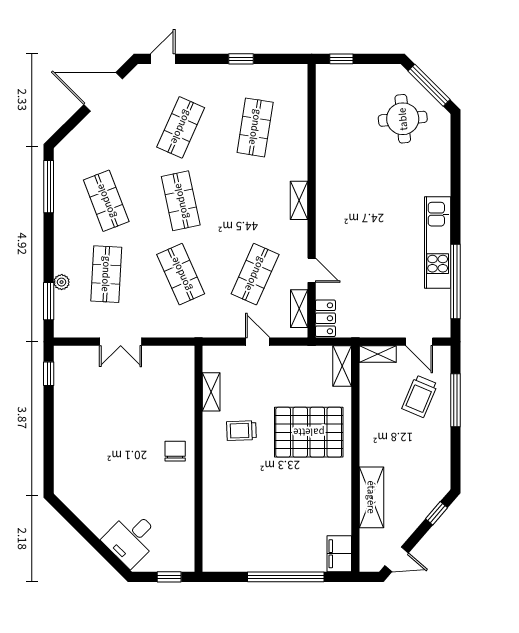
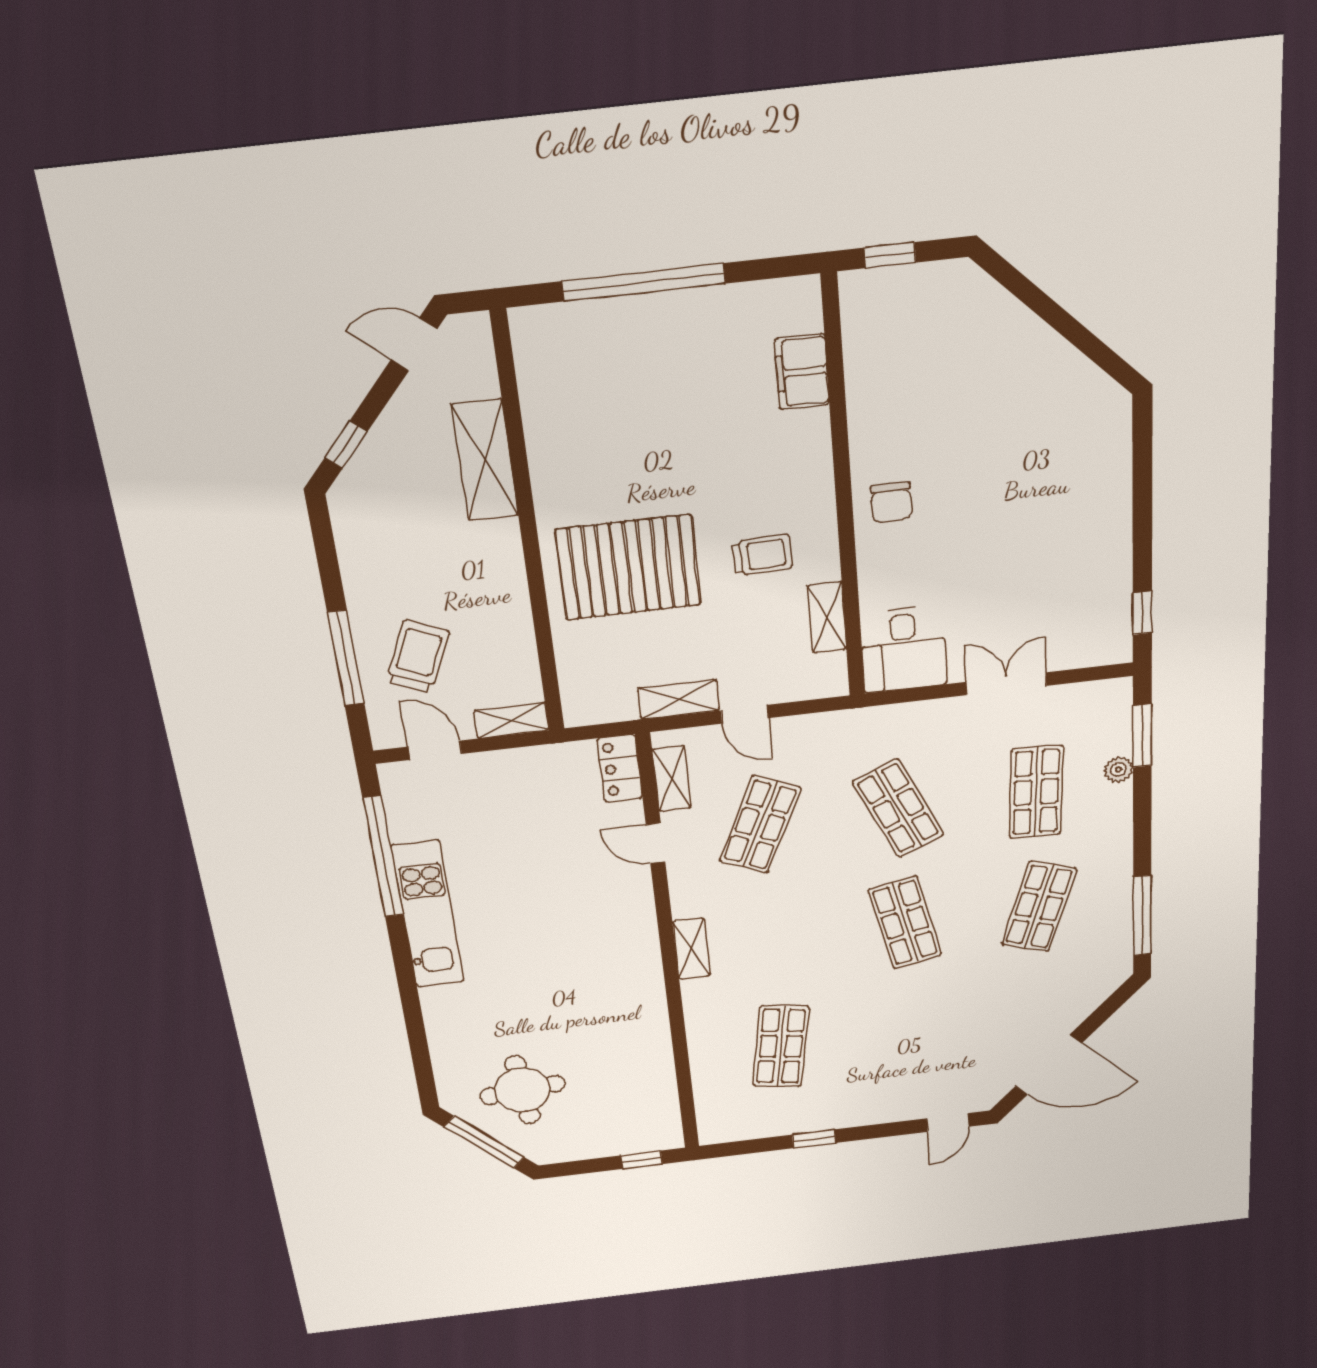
shop shelf: (181, 127) -> (912, 1031), removed
shop shelf: (106, 201) -> (1039, 907), turned 39
shelving: (342, 366) -> (678, 699), moved, turned 90
desk: (131, 539) -> (904, 649), moved, turned 135
filing cabinet: (339, 554) -> (802, 372), moved, turned 180

